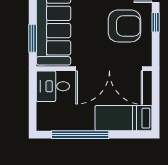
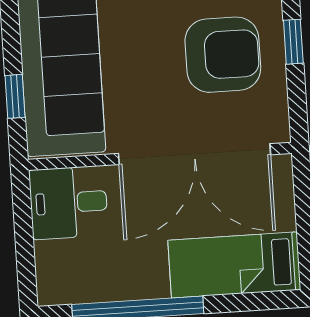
window: (33, 38) -> (15, 96), width x0.67

